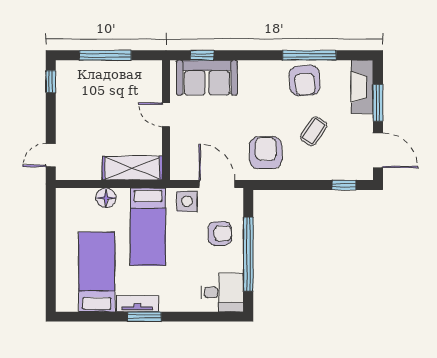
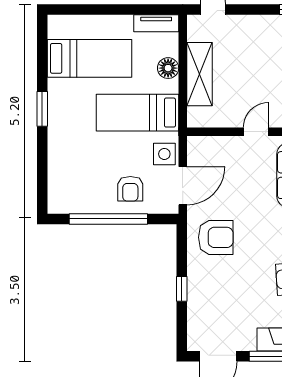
coffee table: (314, 131) -> (238, 288), removed
shelving: (132, 168) -> (199, 74), moved
window: (344, 185) -> (182, 289), moved
desk: (222, 292) -> (68, 191), removed
tv unit: (137, 304) -> (156, 23), moved, turned 90

